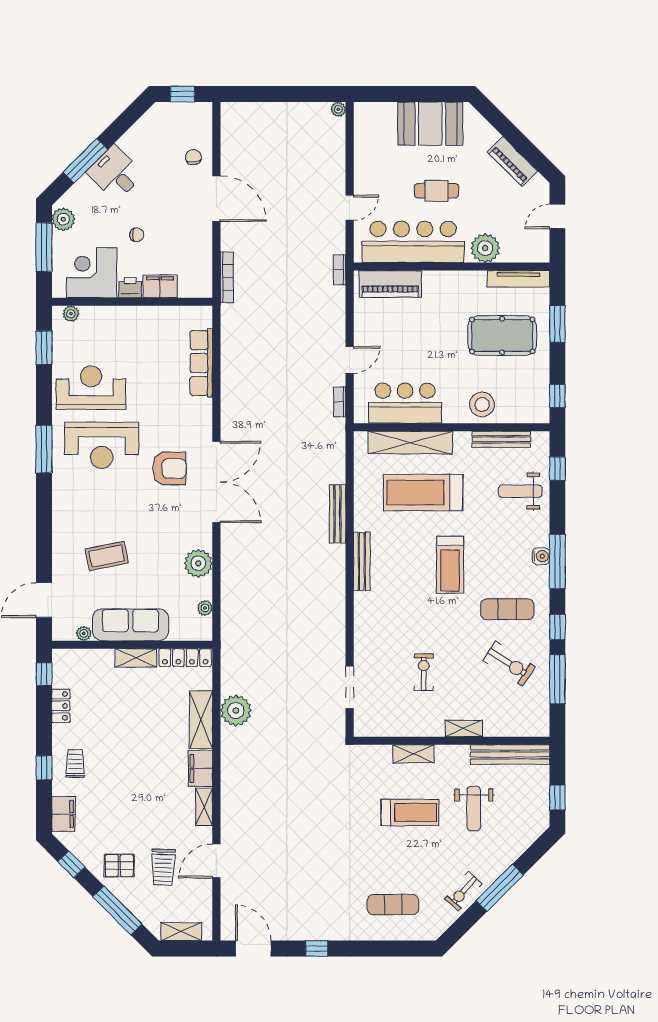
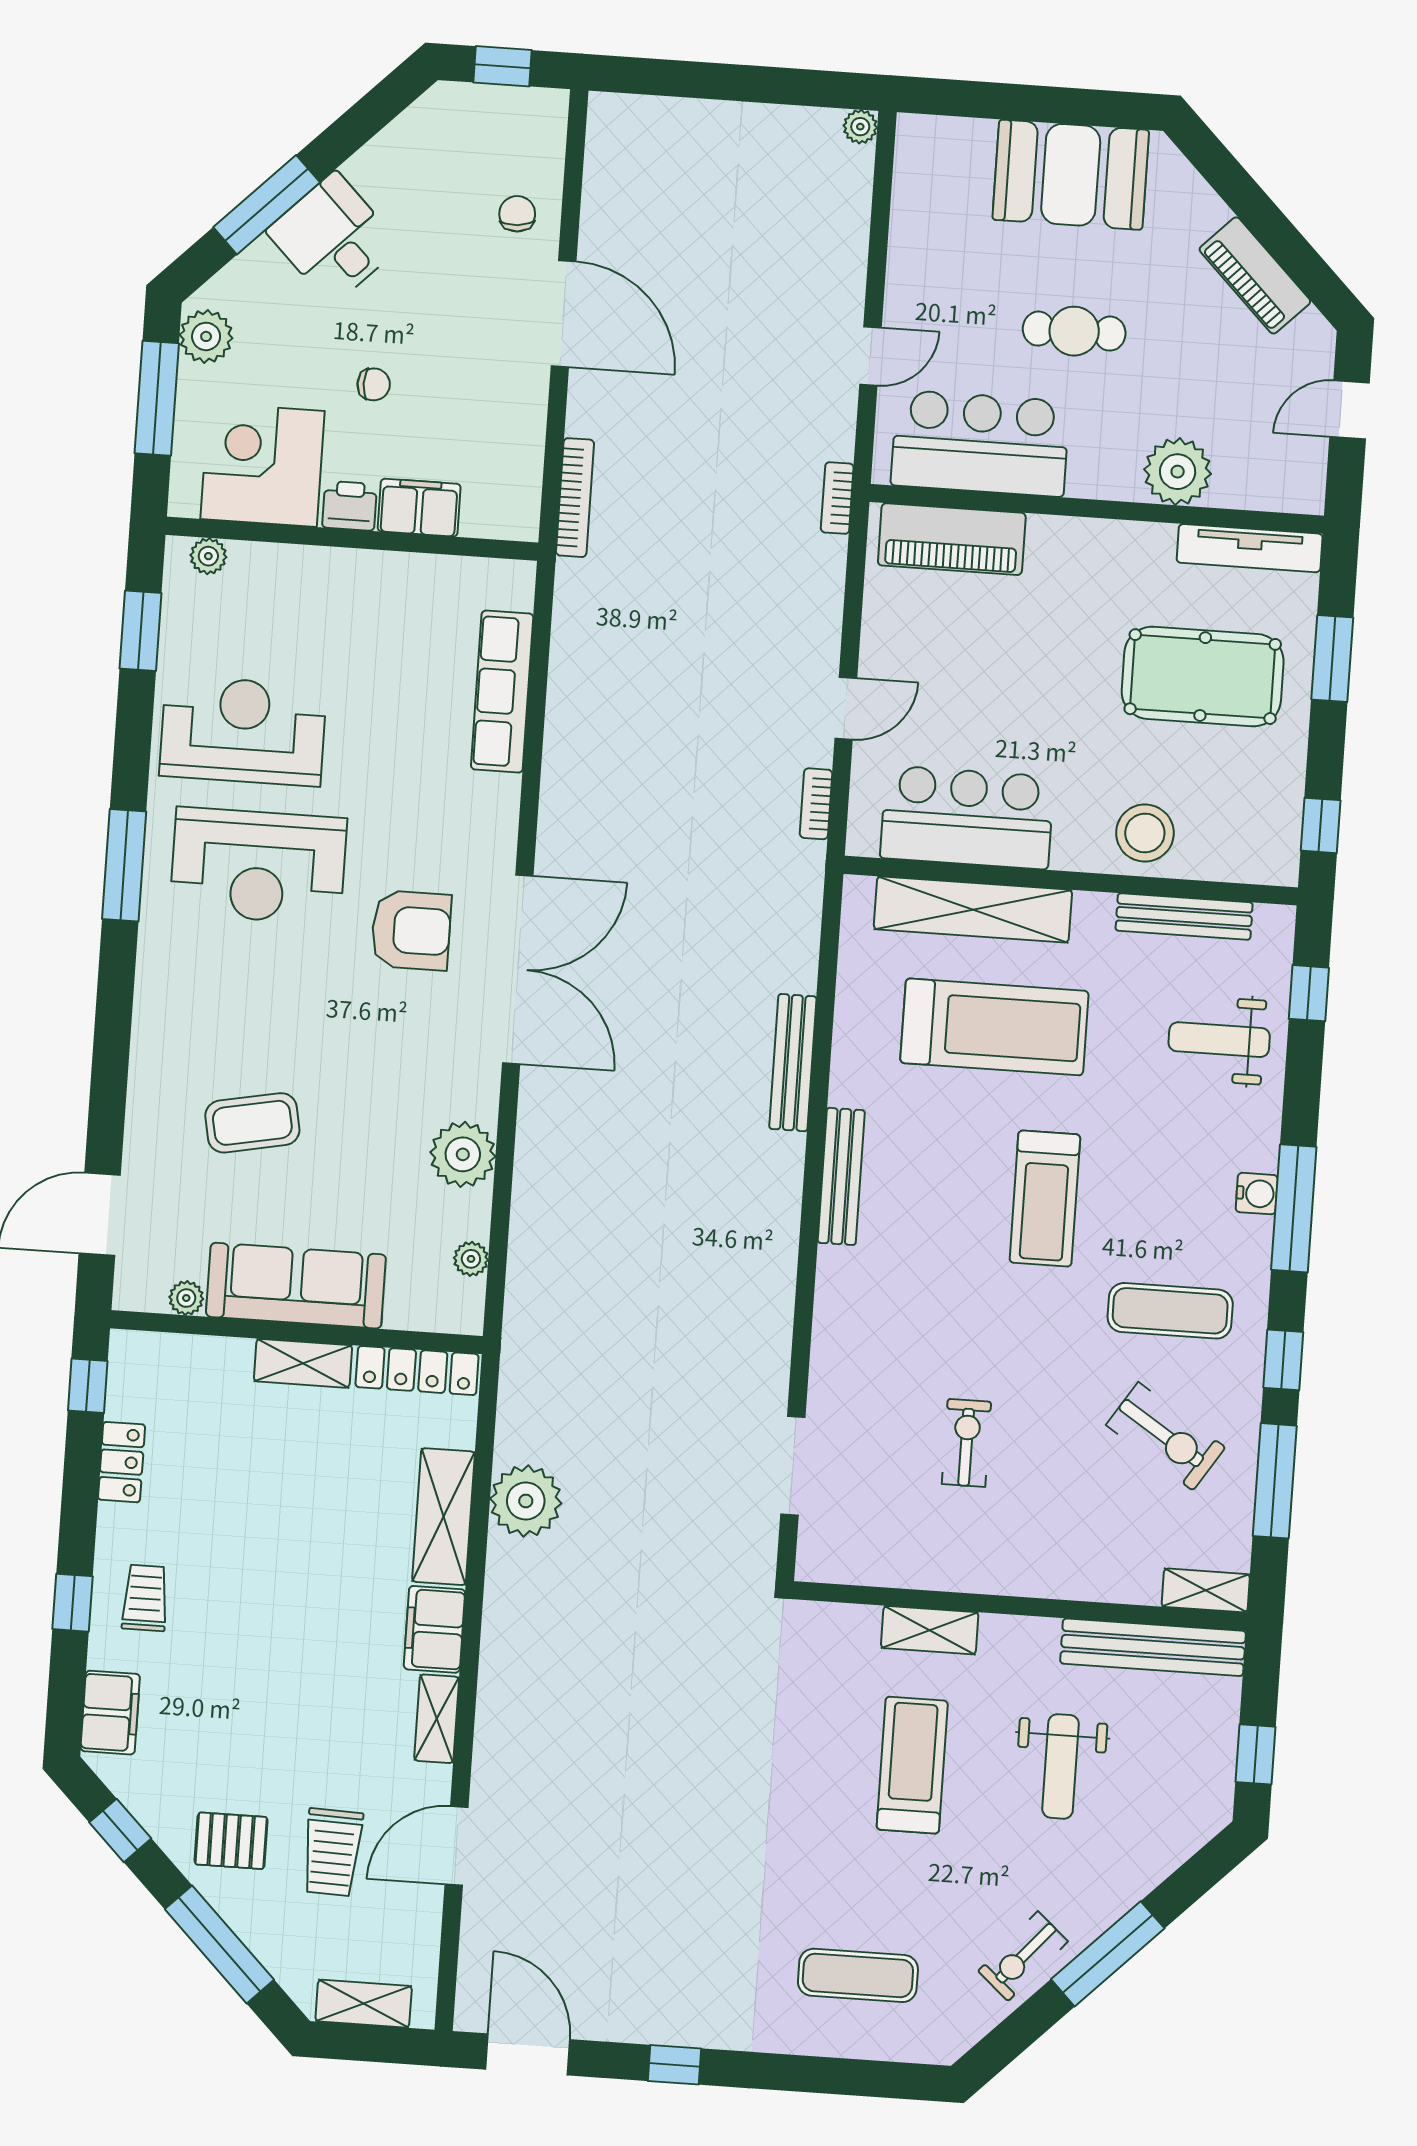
bar counter: (413, 242) -> (980, 443), width x0.73
treadmill: (423, 492) -> (994, 1027), turned 180
shelving: (464, 728) -> (1206, 1590), moved
treadmill: (410, 812) -> (912, 1765), turned -90

